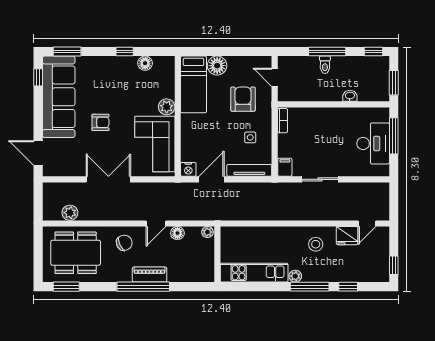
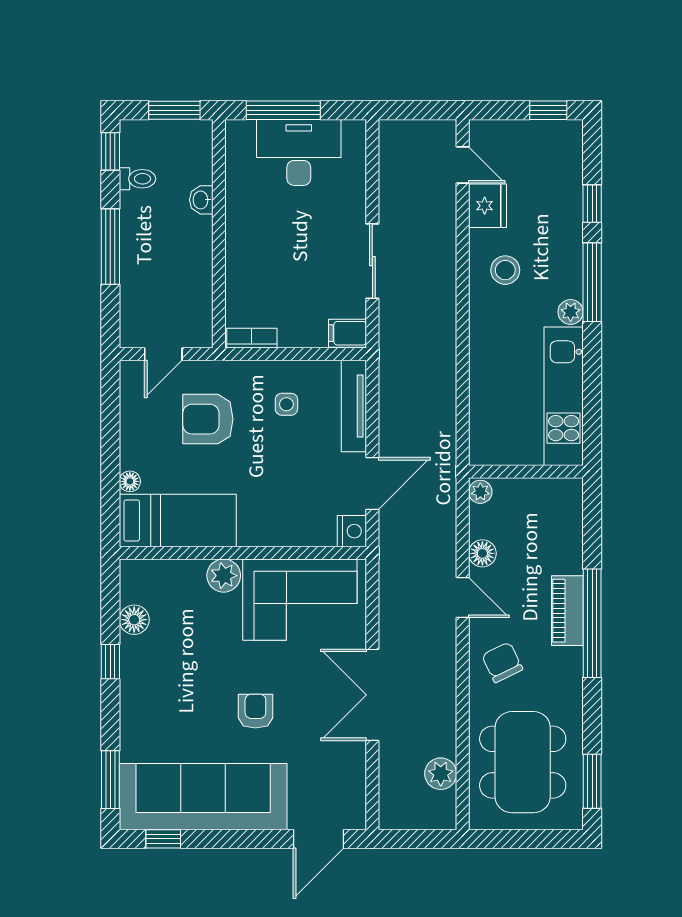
toilet: (325, 65) -> (137, 179), moved
floor lamp: (217, 66) -> (130, 481), width x0.53, depth x0.53
door: (212, 179) -> (372, 483), swing flipped

